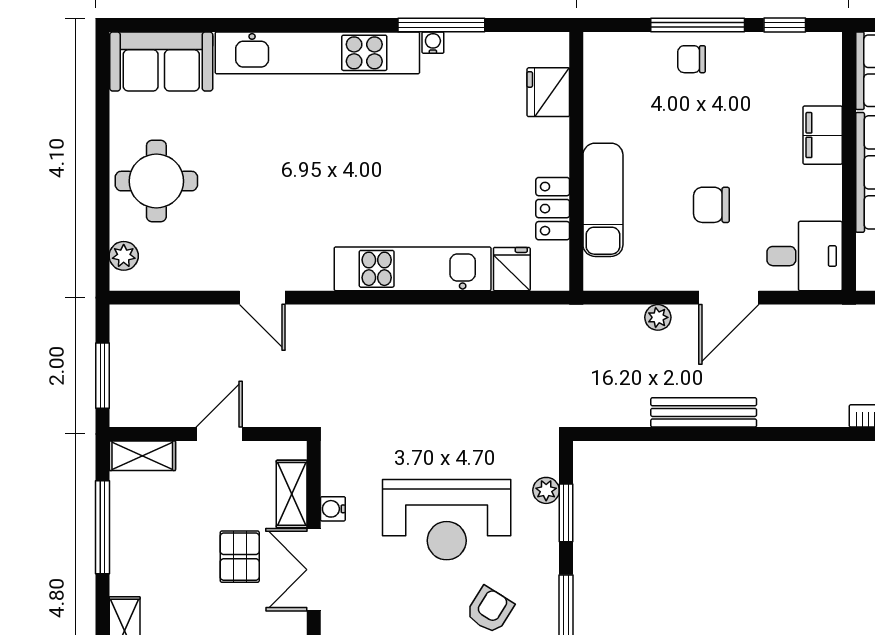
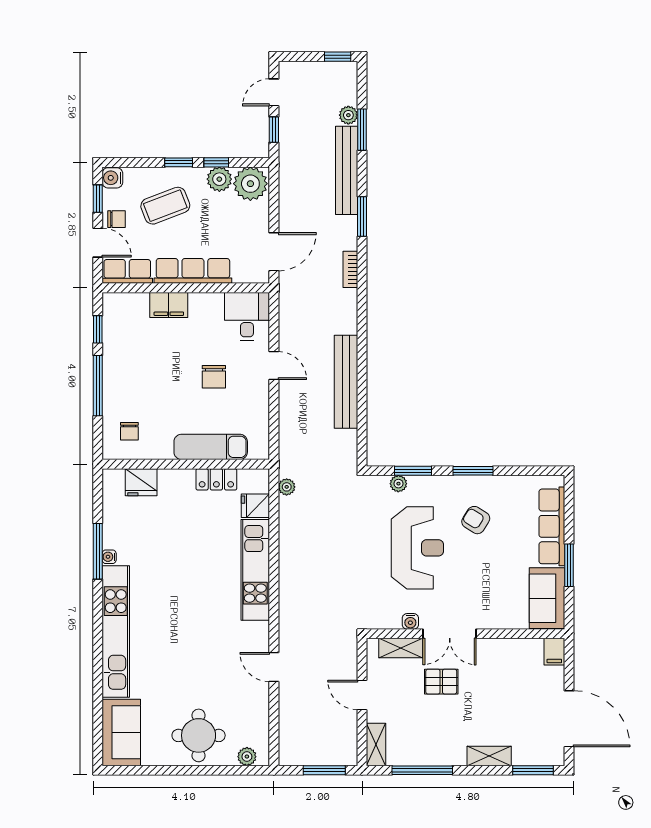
chair: (691, 59) -> (129, 431), moved
door: (262, 298) -> (274, 667), swing flipped
door: (729, 298) -> (274, 366), width x0.73
plant: (658, 317) -> (287, 487), moved
bench: (704, 412) -> (346, 382), width x1.37, depth x1.21

